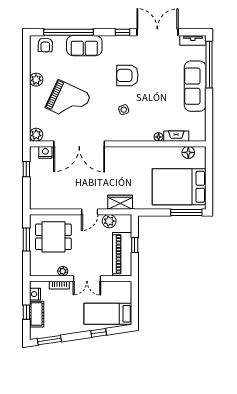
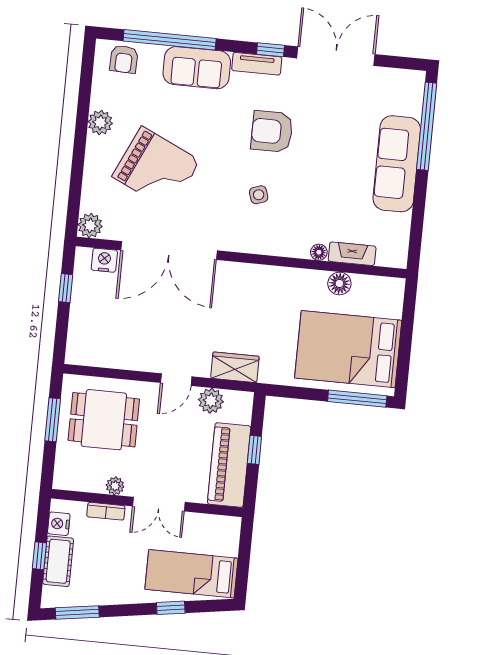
tv unit: (193, 40) -> (257, 64), moved
floor lamp: (188, 152) -> (339, 283), moved

